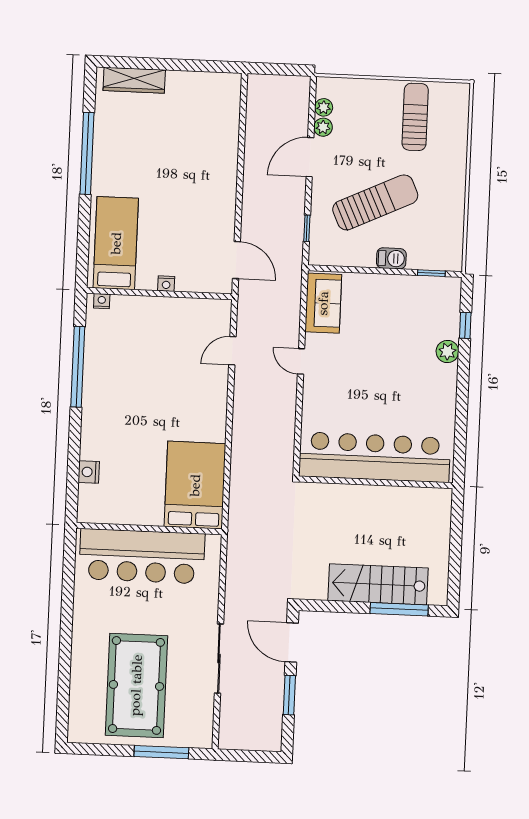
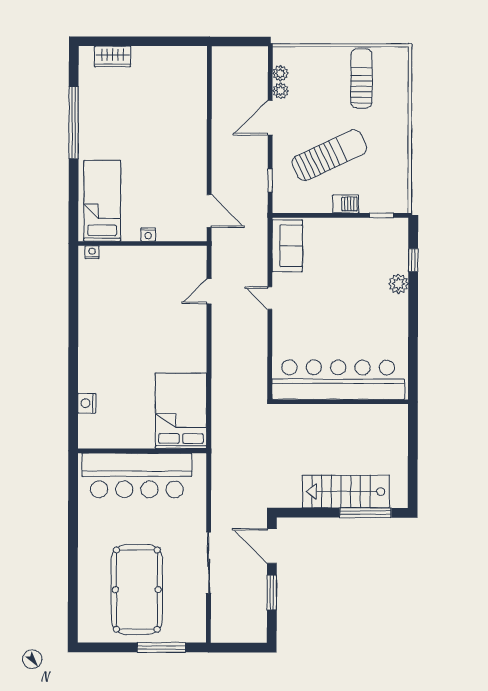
wardrobe: (134, 80) -> (112, 56), width x0.67
window: (78, 367) -> (73, 311), removed

